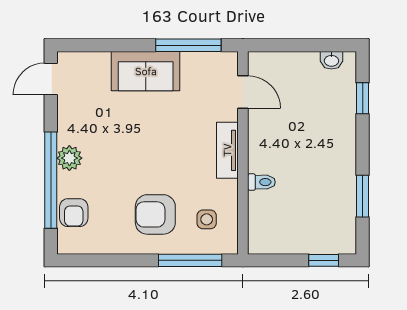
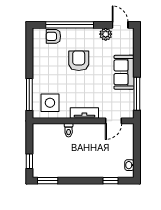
plant: (69, 158) -> (106, 34), moved
window: (363, 196) -> (48, 181), moved
armchair: (155, 214) -> (79, 61), moved
side table: (207, 219) -> (50, 103), width x1.87, depth x1.87

